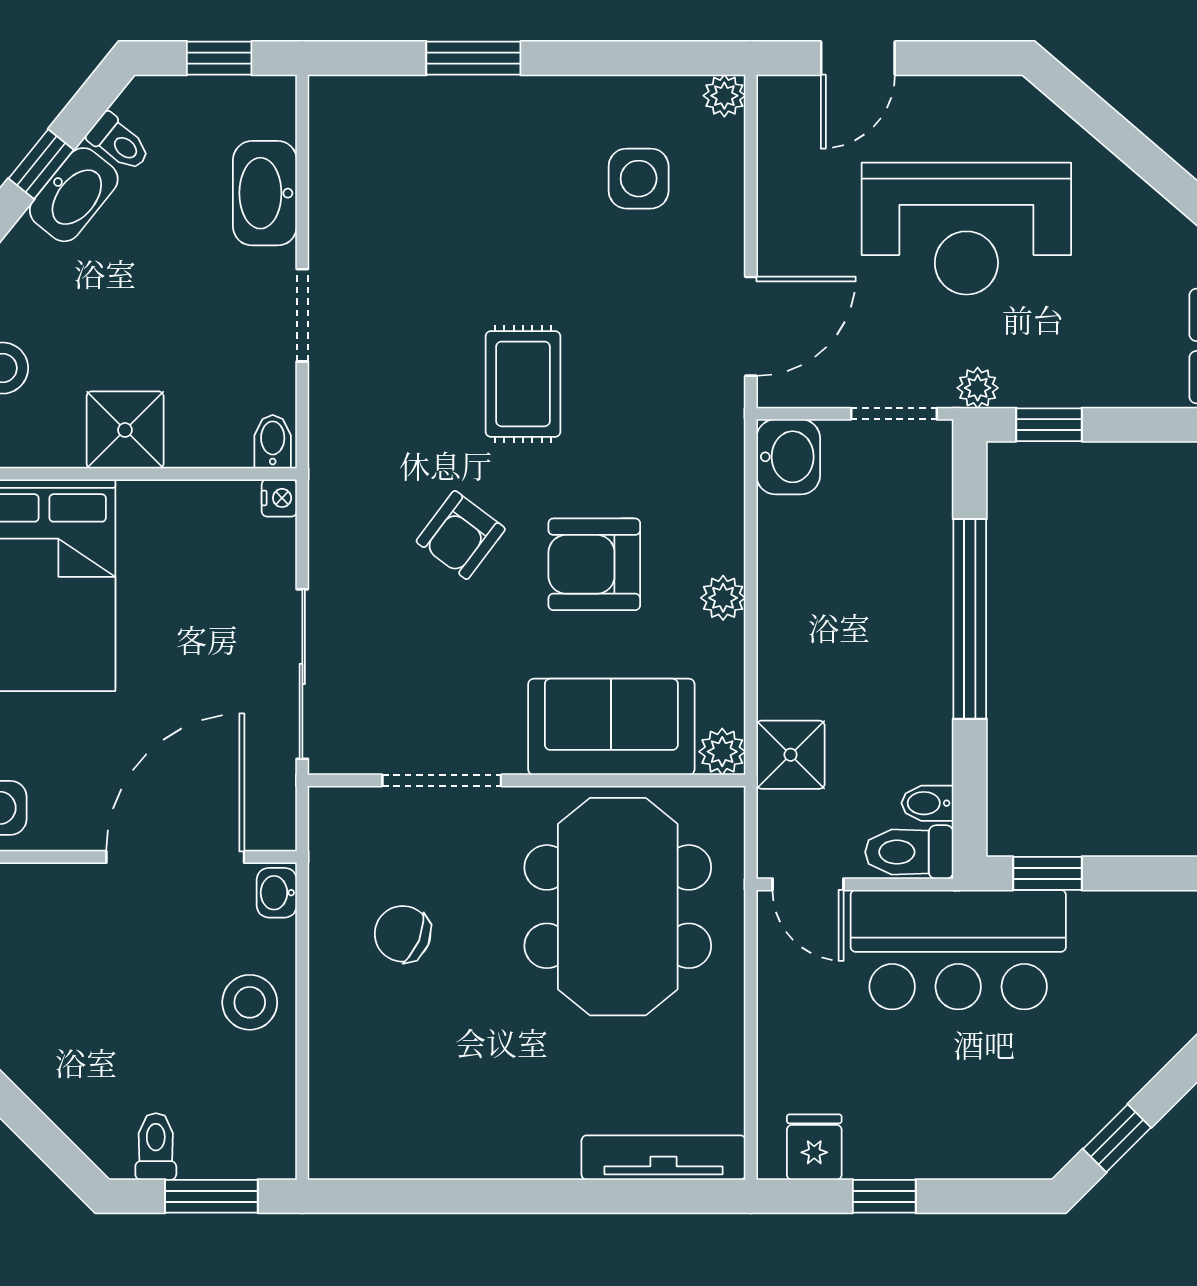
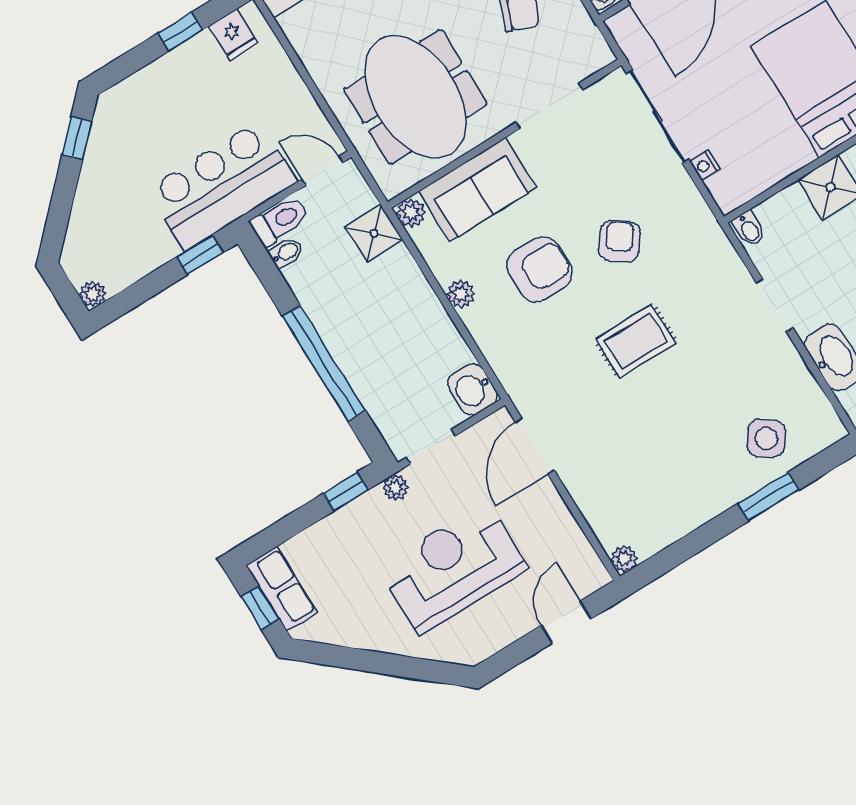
side table: (639, 179) -> (766, 438), moved, turned 35
rug: (523, 384) -> (636, 341), turned 90
nightstand: (279, 498) -> (705, 165), moved

